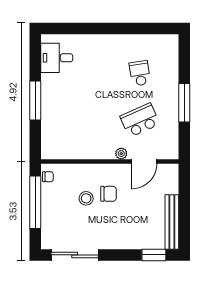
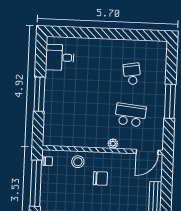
school desk: (140, 120) -> (130, 115), turned 30
door: (144, 161) -> (147, 152), moved
stool: (86, 198) -> (78, 162), moved

